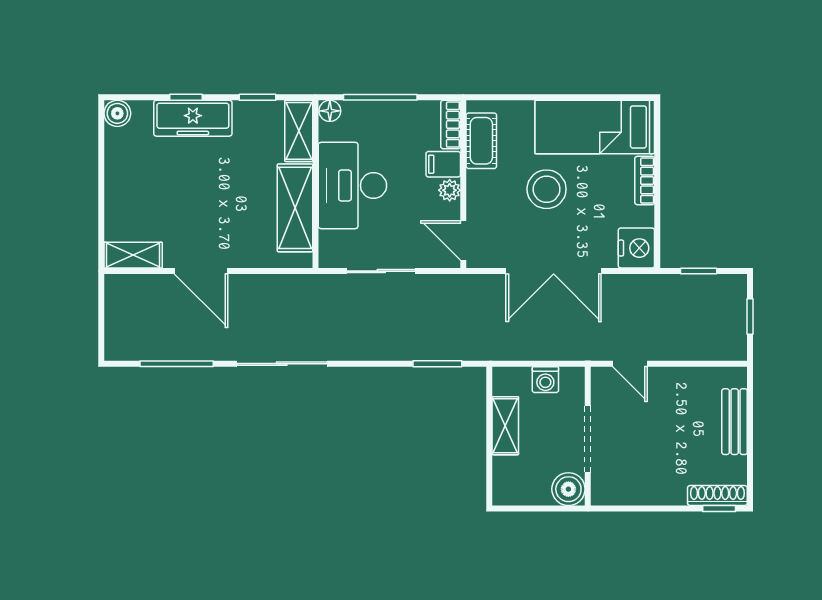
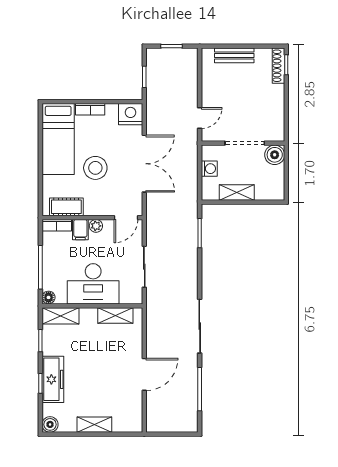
shelving: (295, 208) -> (115, 316), width x0.67, depth x0.75
shelving: (133, 255) -> (94, 425), moved, turned 90

